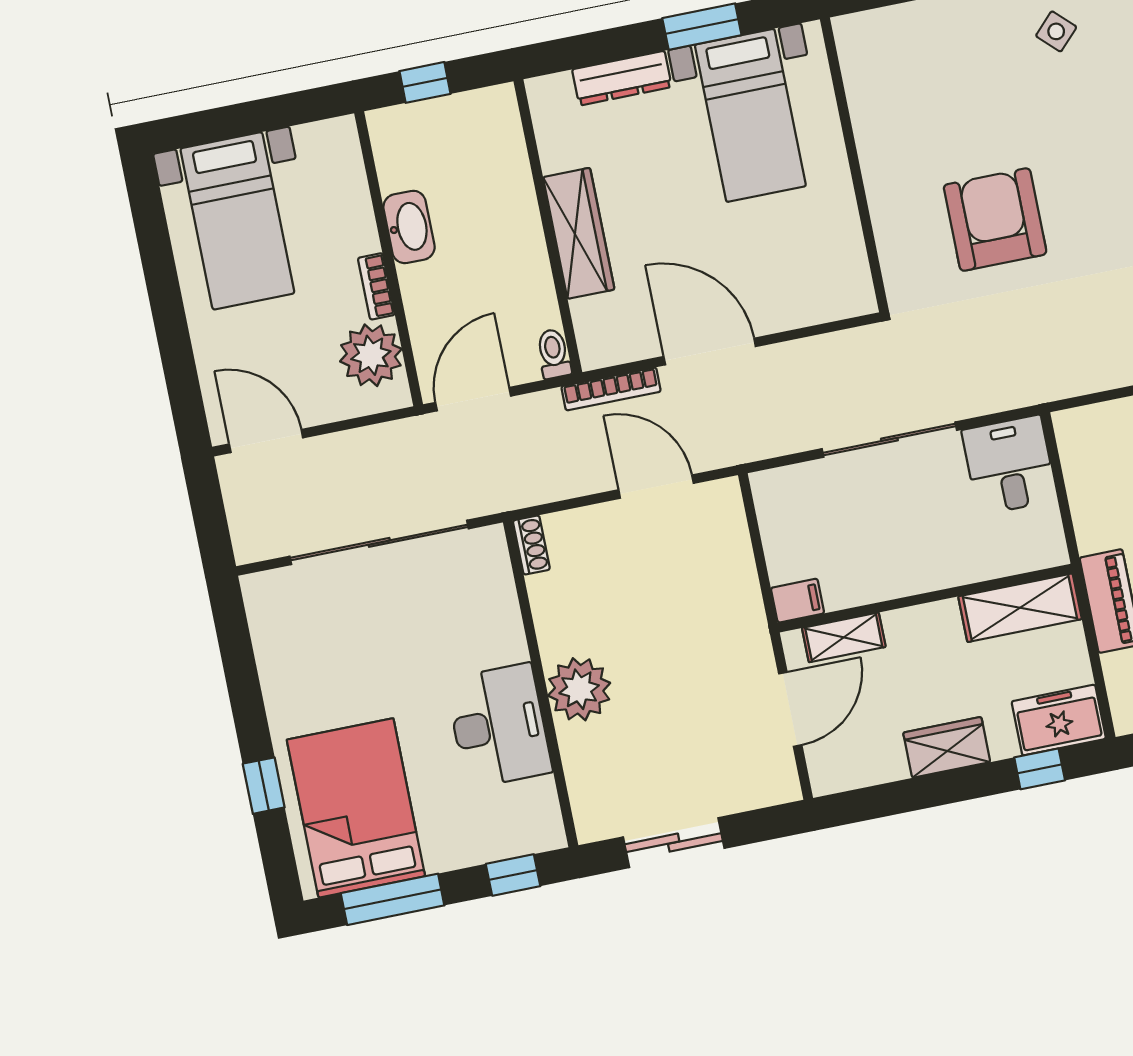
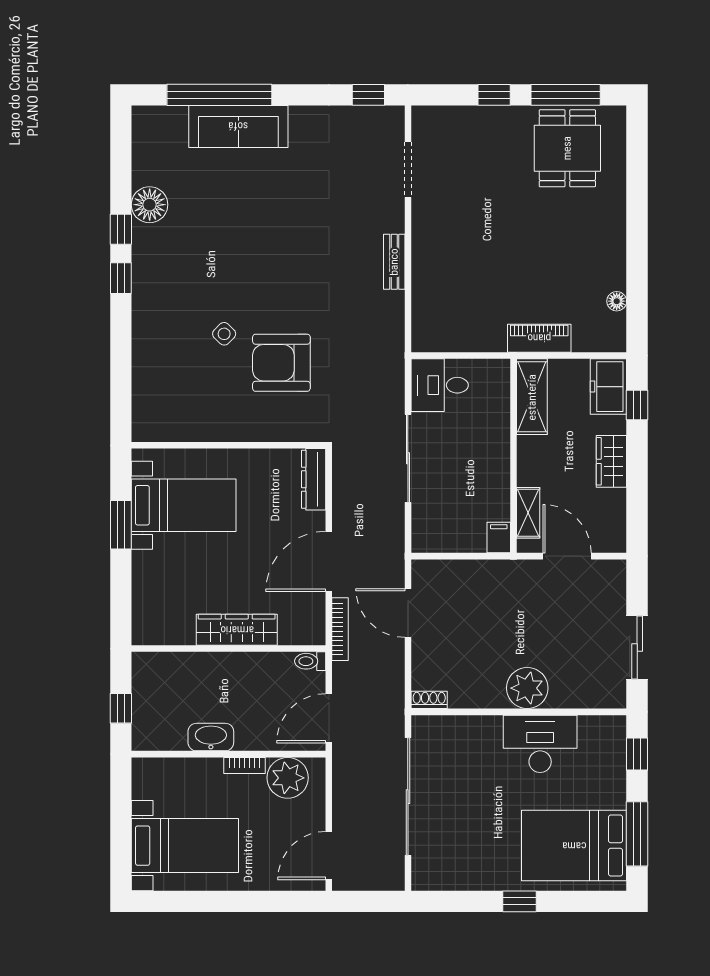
side table: (1056, 31) -> (224, 334), moved
dresser: (622, 78) -> (314, 479), moved, turned 180
door: (473, 399) -> (329, 718), hinge flipped
door: (656, 487) -> (408, 613), hinge flipped
window: (264, 786) -> (520, 901), moved

